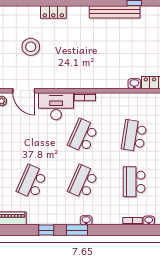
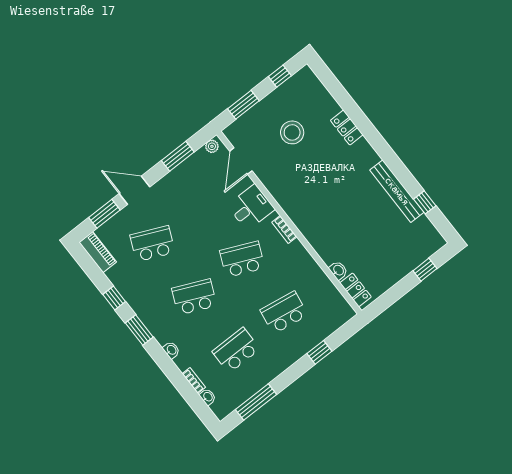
desk: (56, 106) -> (251, 207), width x0.73
washbasin: (86, 220) -> (171, 350), moved

